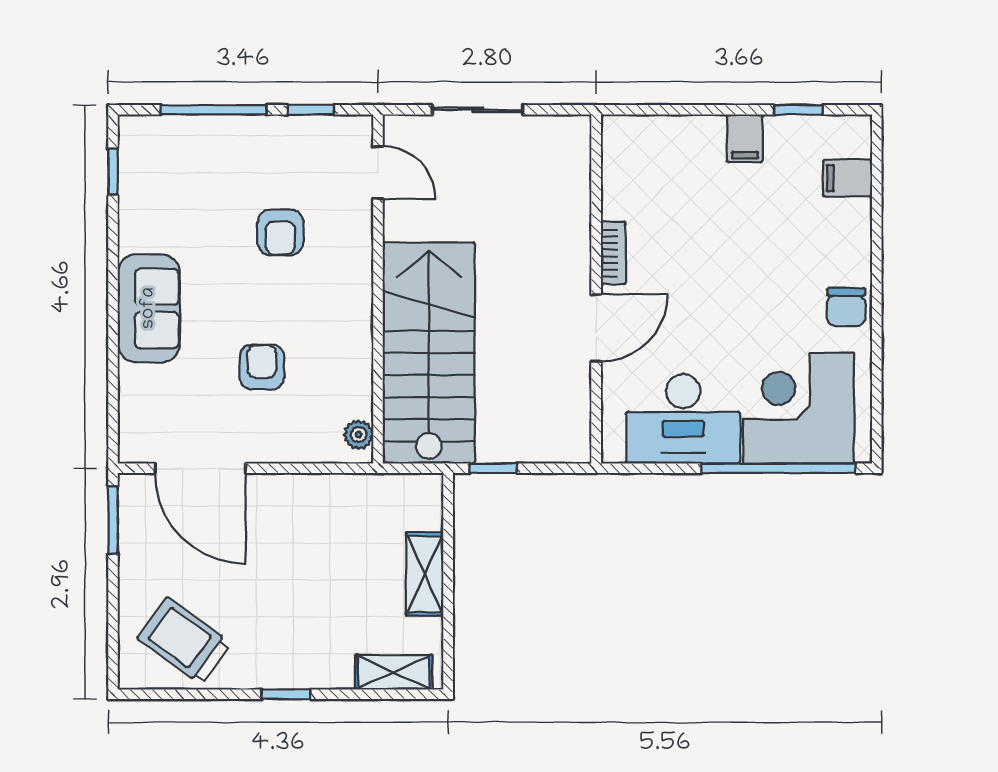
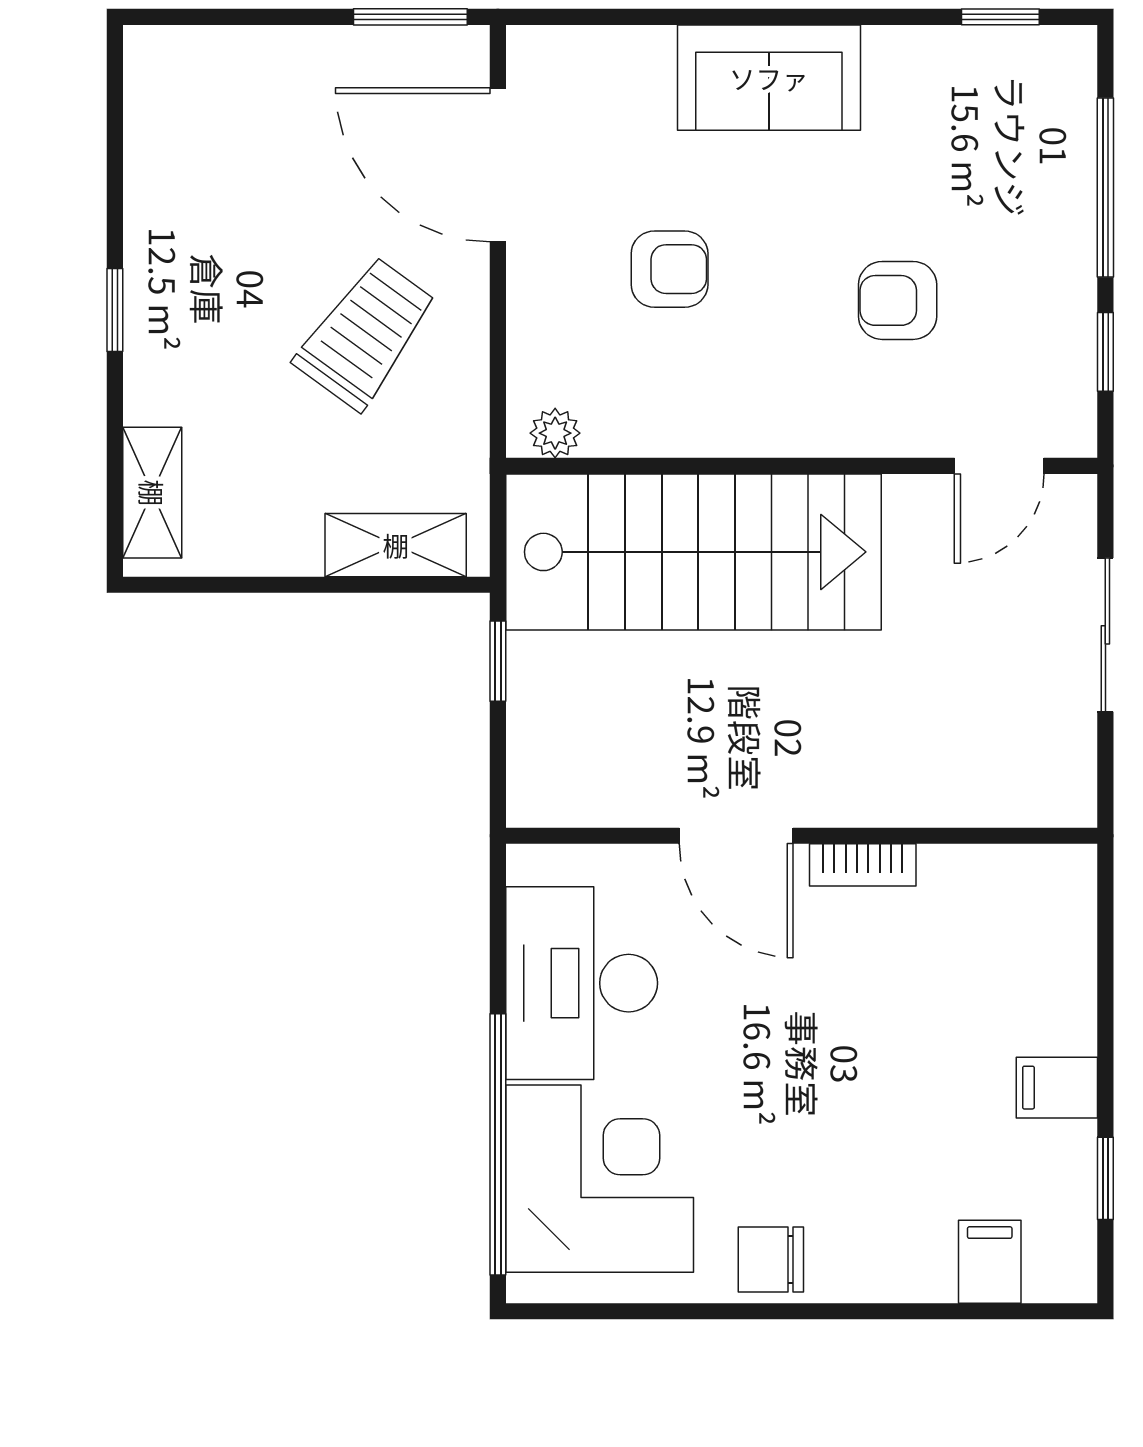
door: (200, 468) -> (498, 165), hinge flipped
shelving: (425, 574) -> (396, 545), moved
trolley: (184, 641) -> (366, 333), moved

